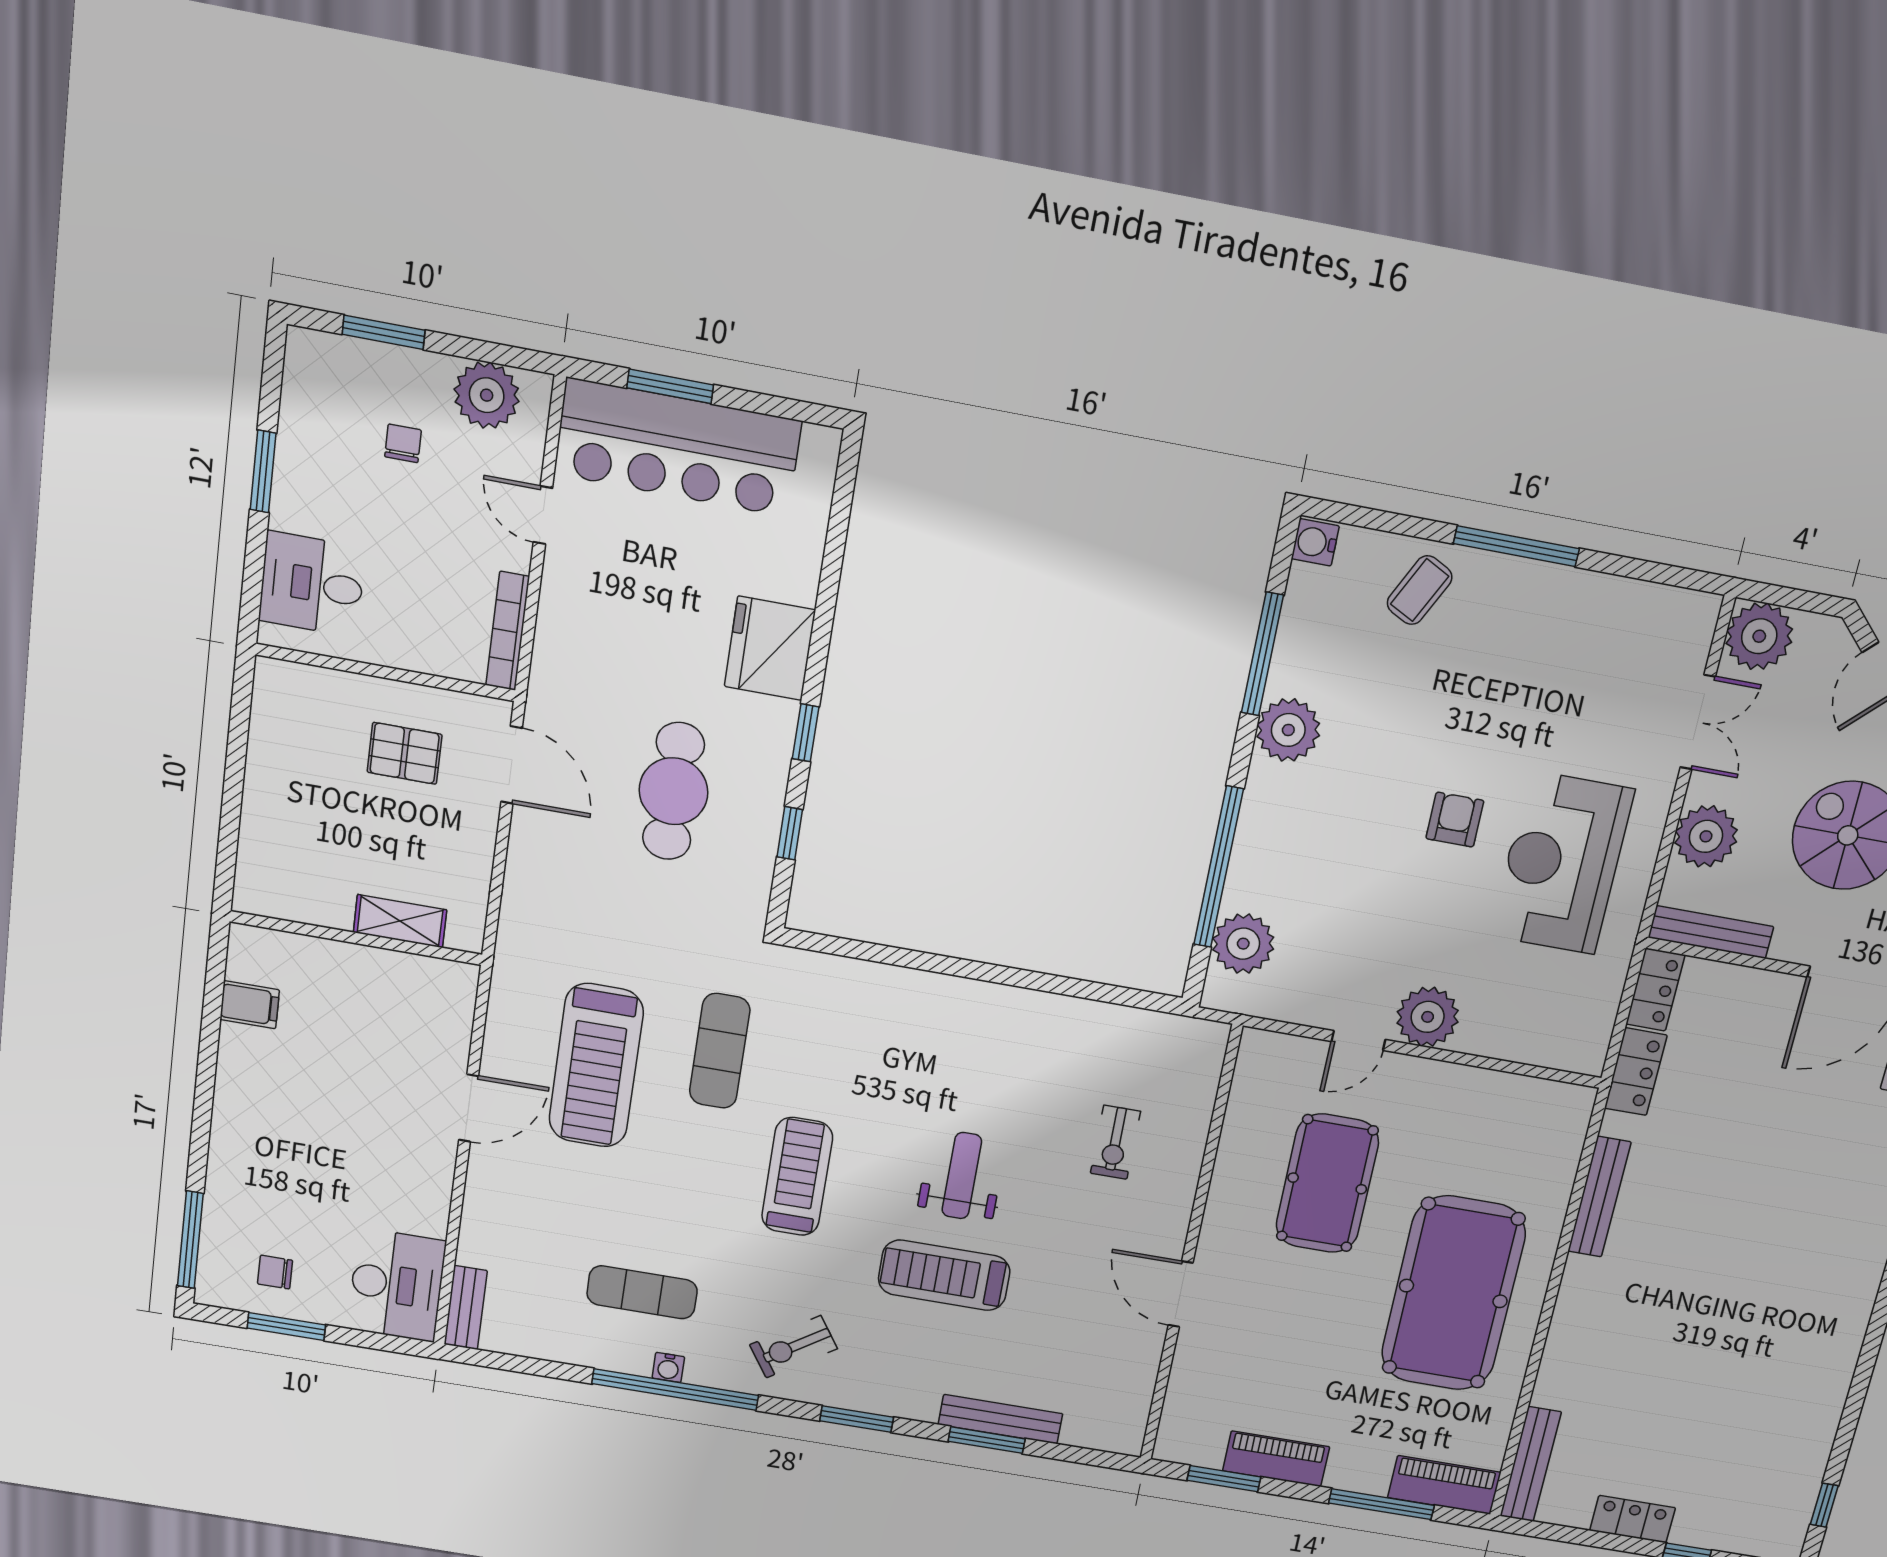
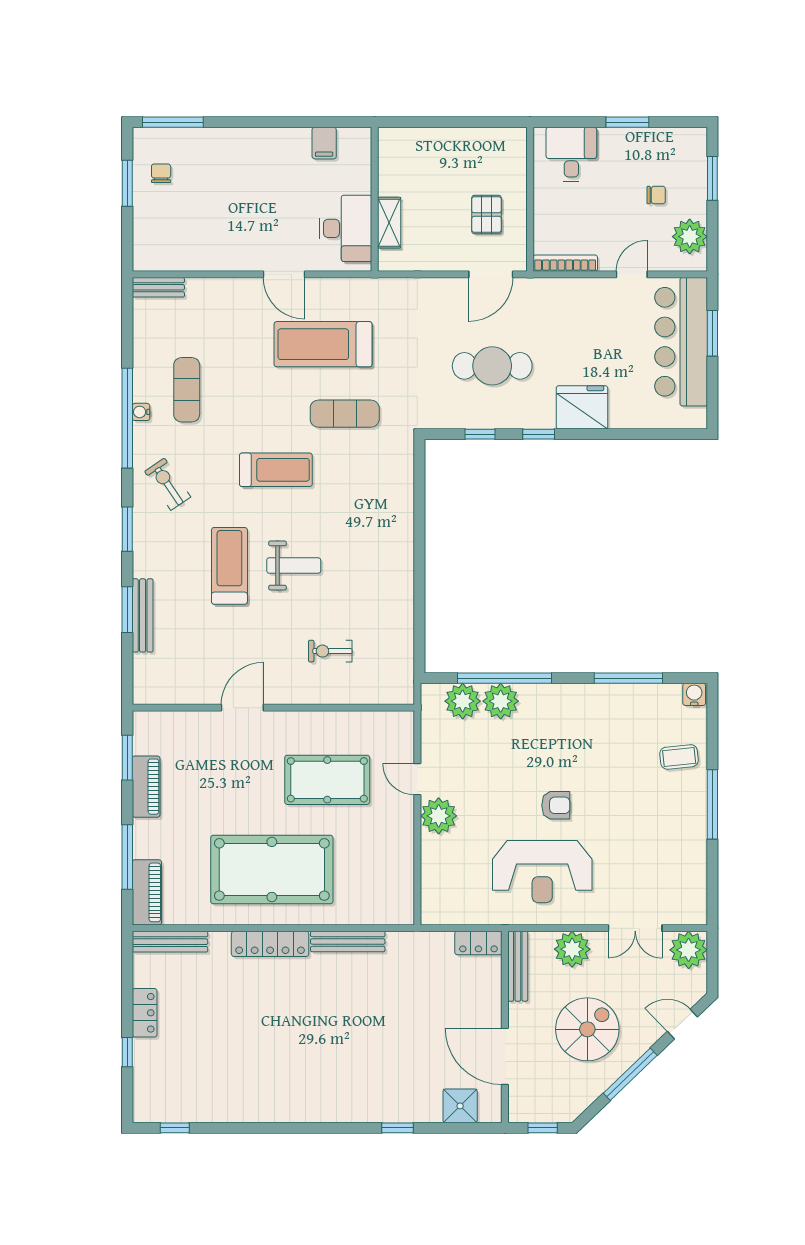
coffee table: (1420, 590) -> (679, 757), turned -33
plant: (1288, 730) -> (501, 701), moved
reception desk: (1562, 863) -> (542, 872), turned 180
locker: (1636, 1072) -> (270, 944), moved, width x1.53
desk: (397, 1285) -> (346, 228), moved, turned -90

